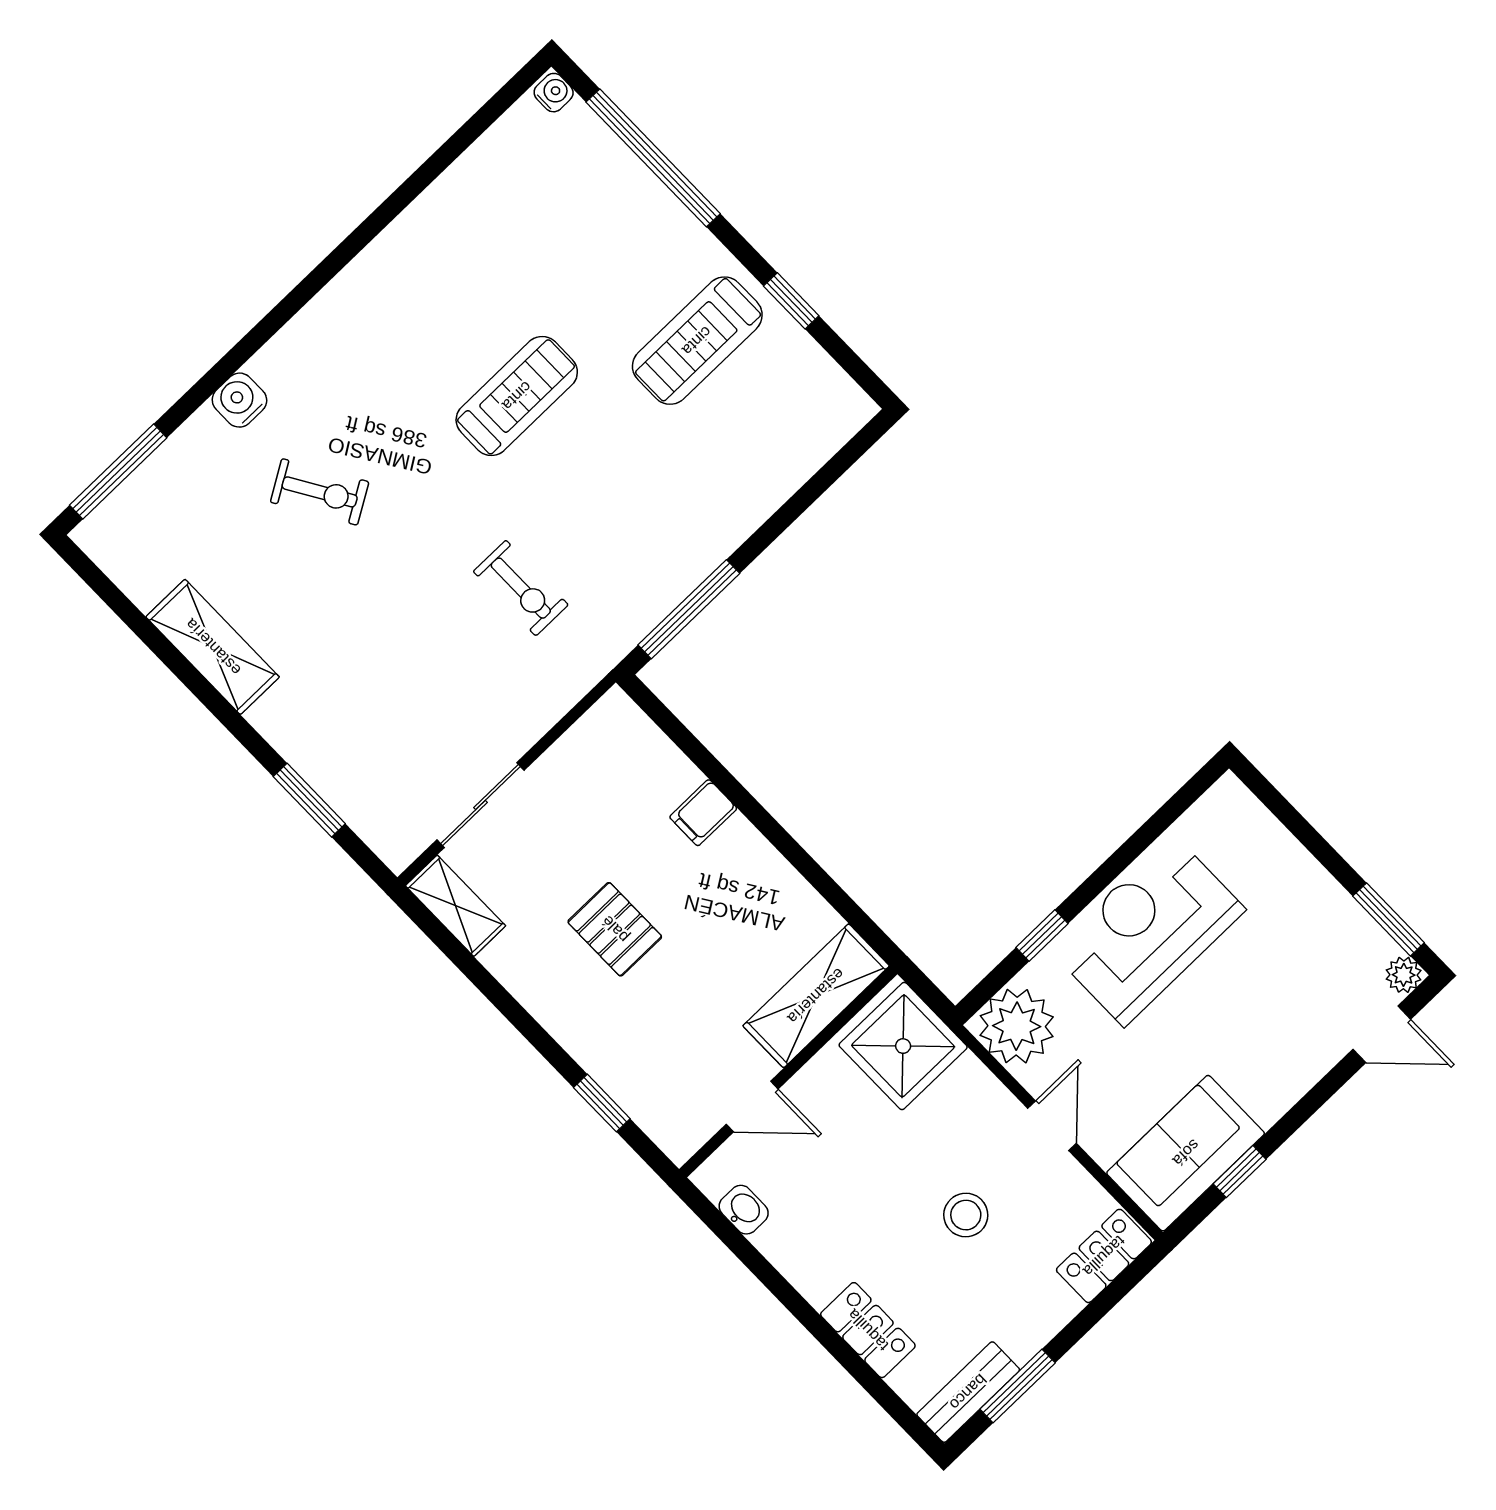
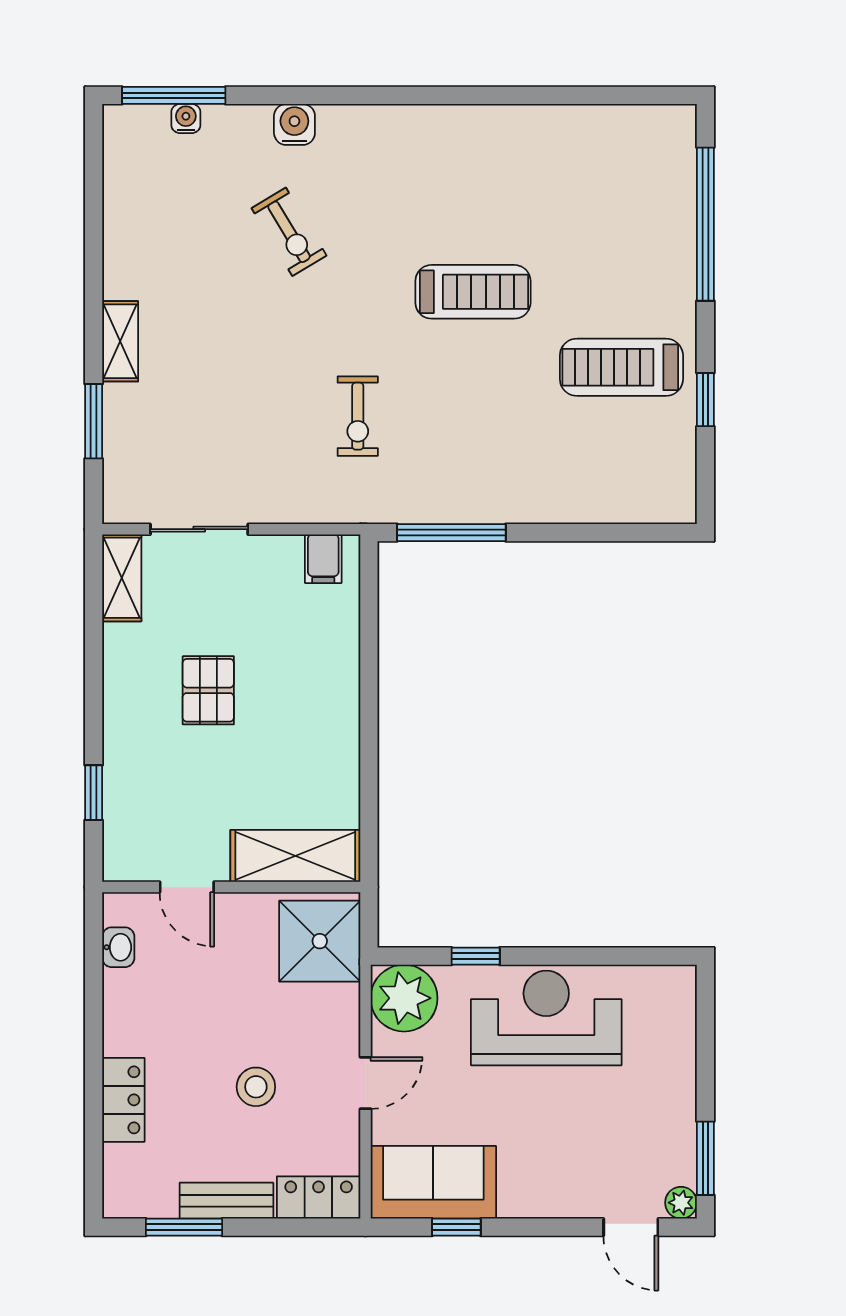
water cooler: (554, 93) -> (186, 119), moved, turned -90
shelving: (213, 647) -> (120, 341), moved, width x0.67, depth x0.75
filing cabinet: (703, 813) -> (323, 559), moved, turned -90
bench: (968, 1392) -> (226, 1201), moved

